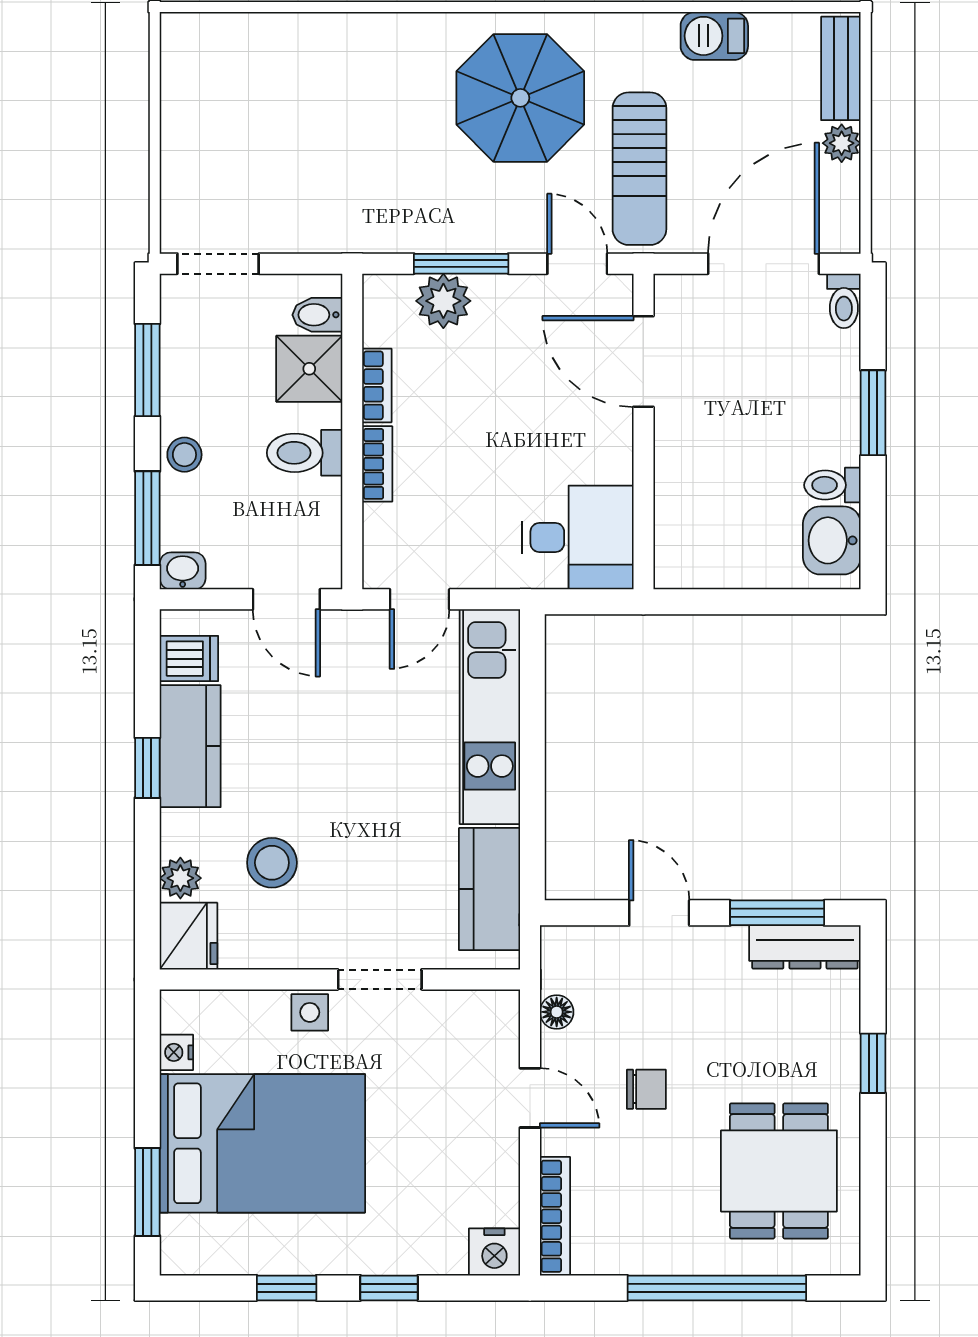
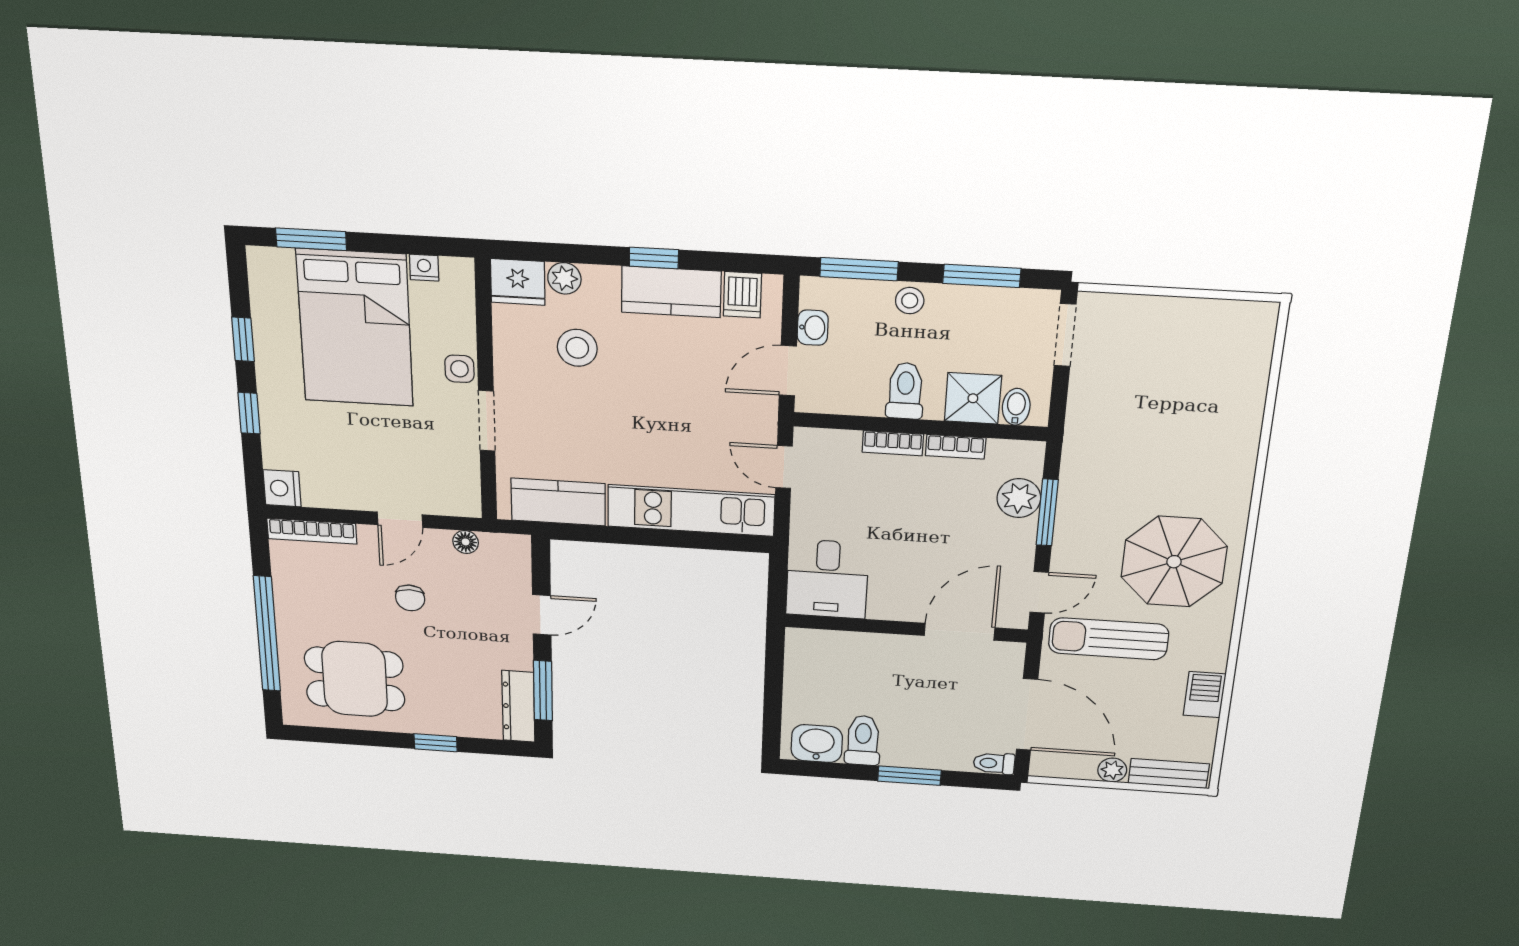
toilet: (832, 485) -> (863, 740), width x1.37, depth x1.39
washbasin: (183, 571) -> (813, 328), moved

